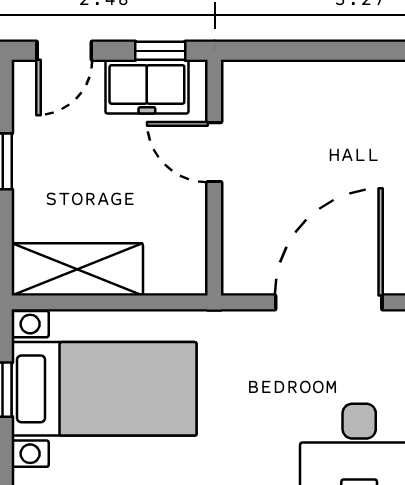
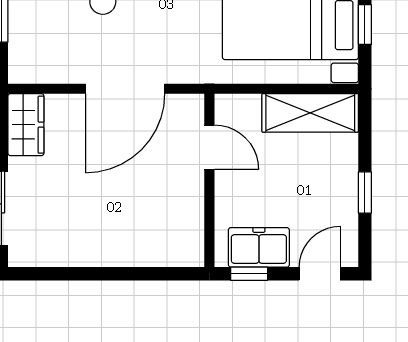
door: (214, 152) -> (209, 147), moved

